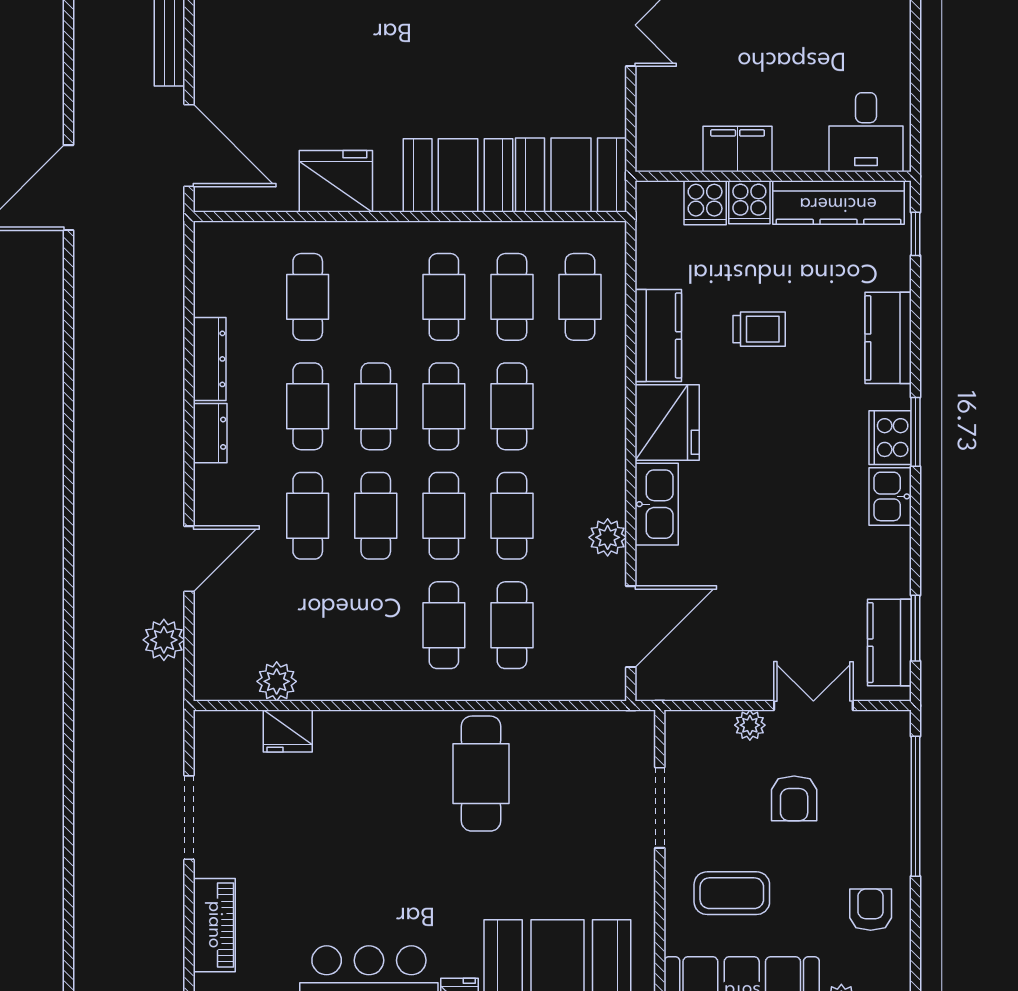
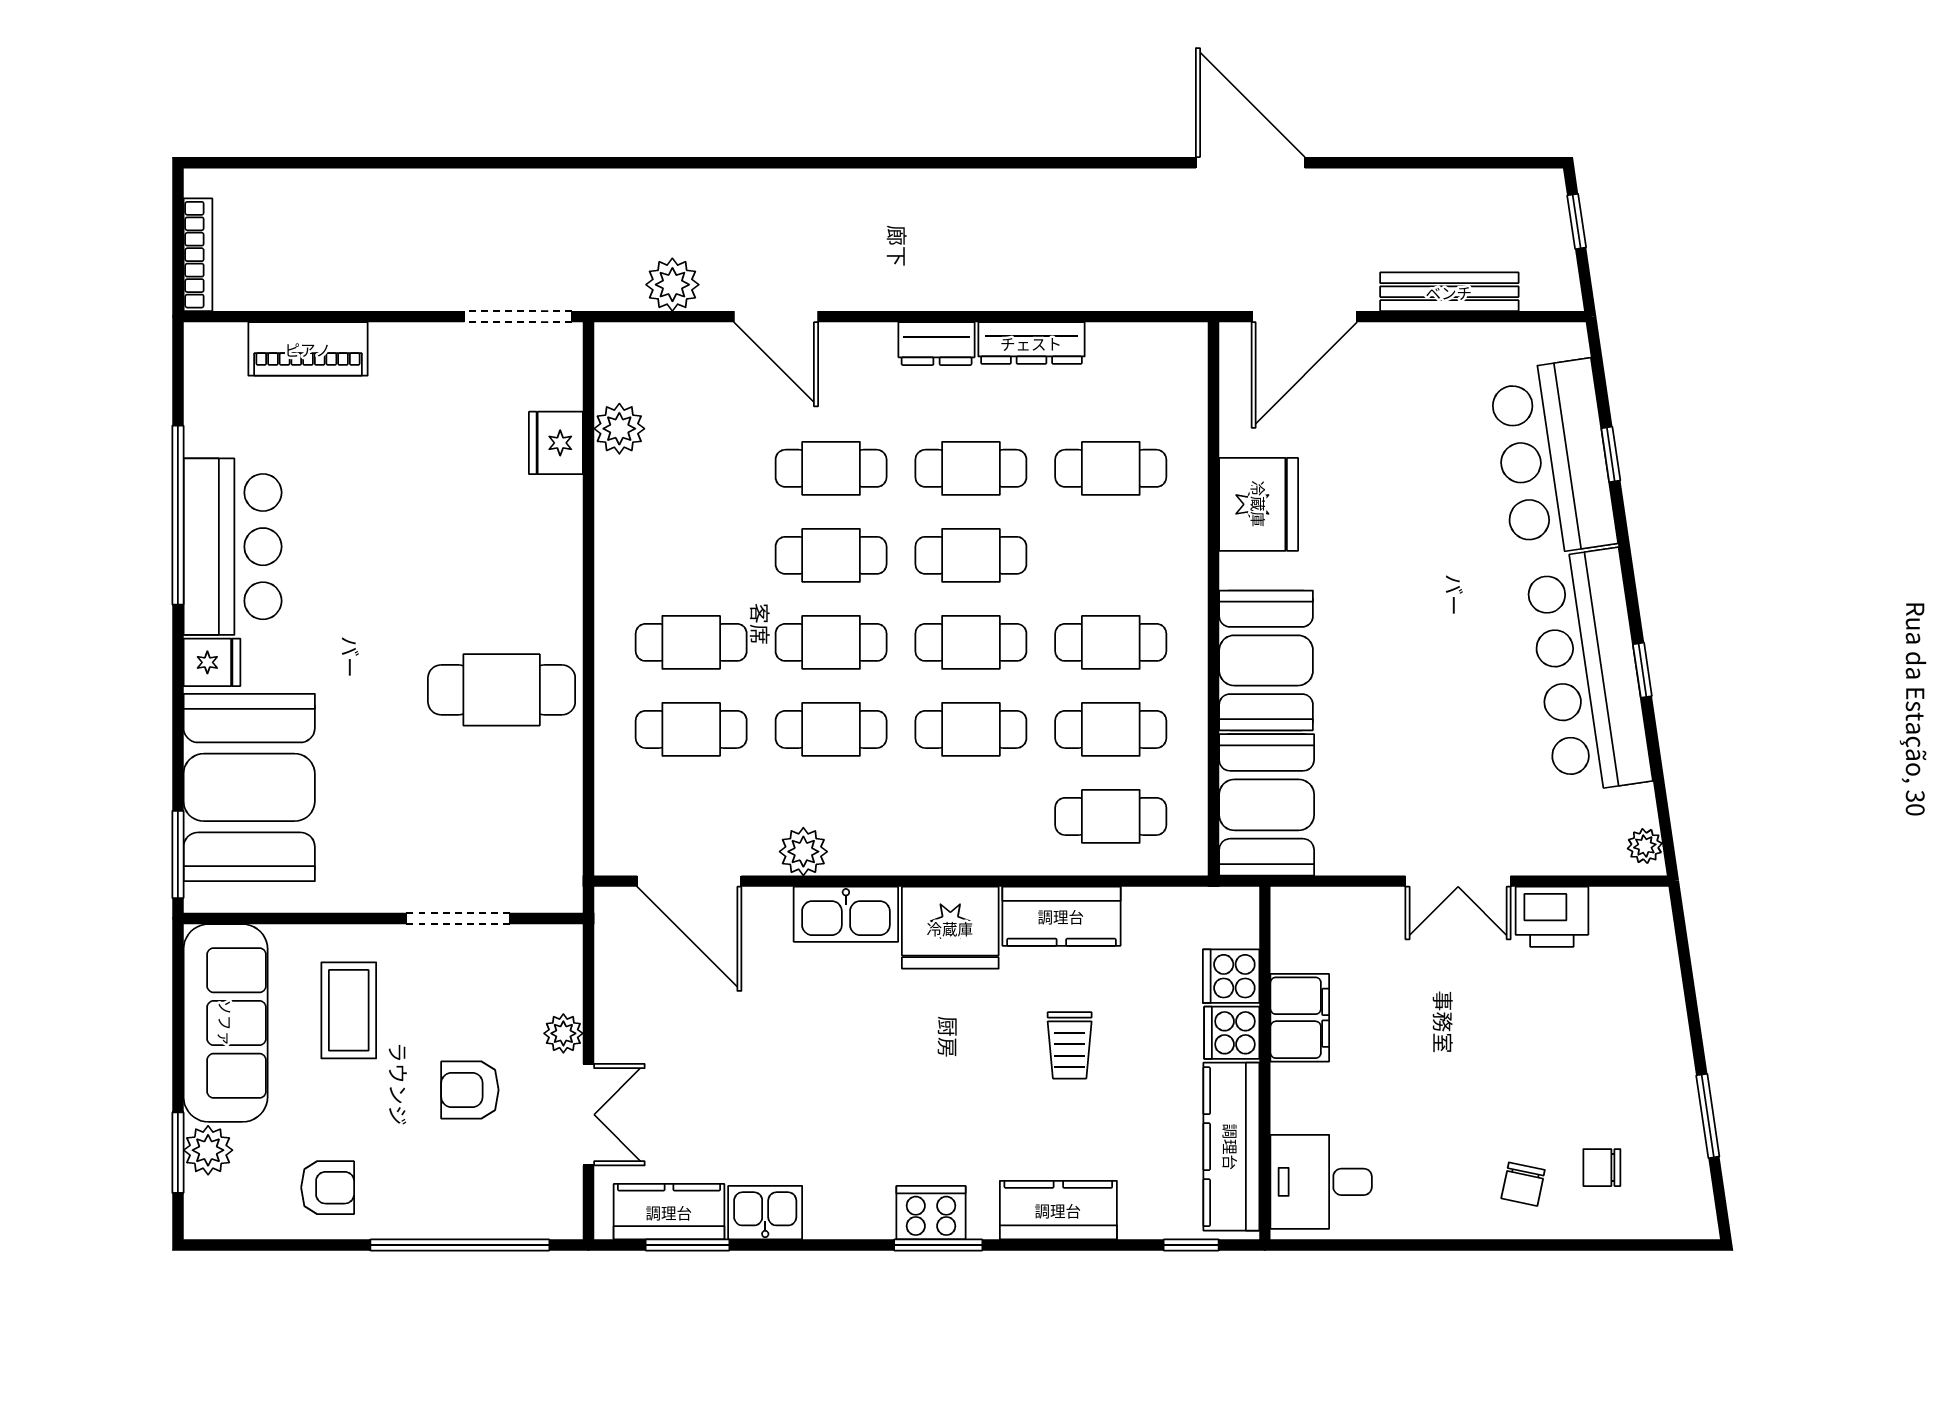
kitchen sink: (890, 496) -> (765, 1213), moved
doorway: (189, 818) -> (518, 317), moved

